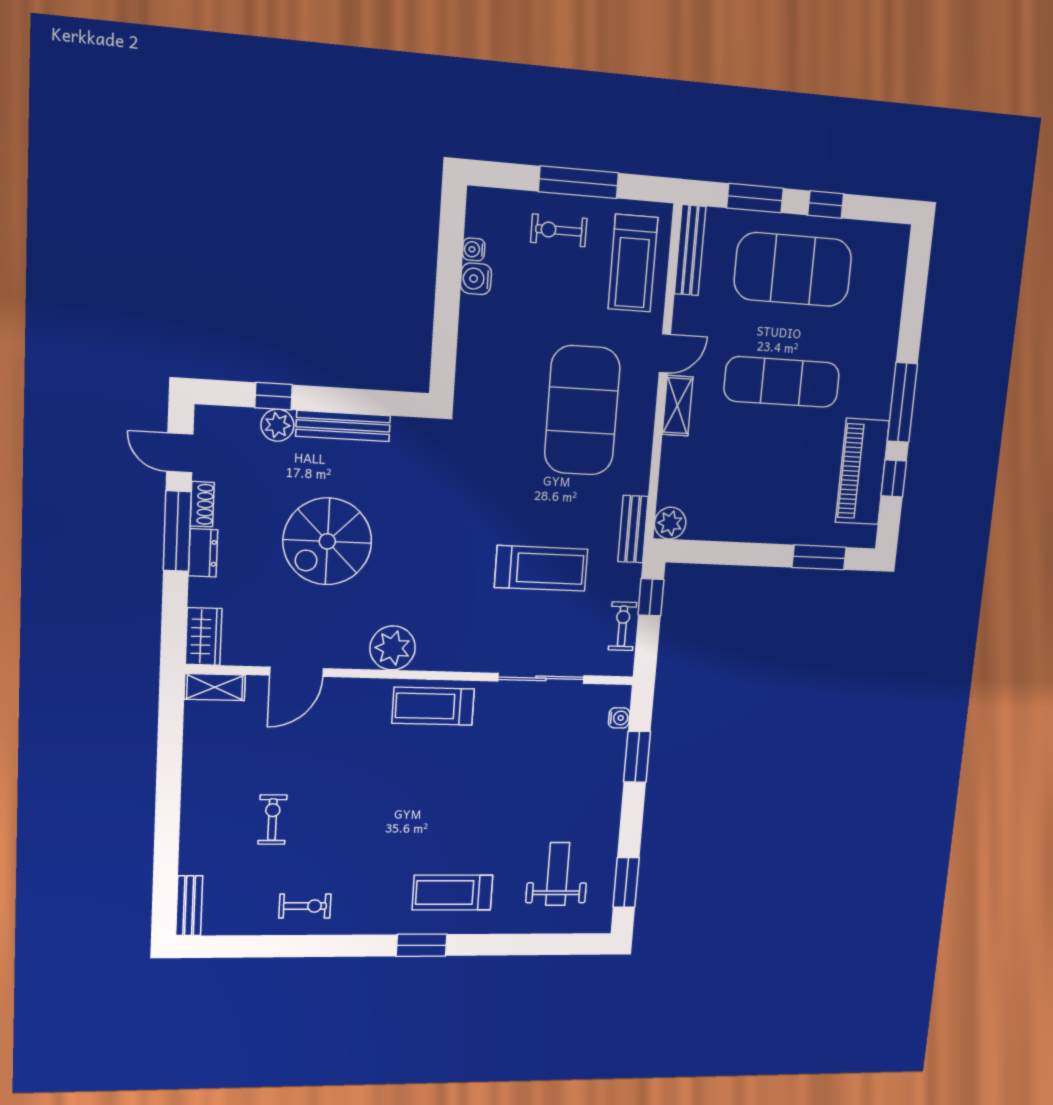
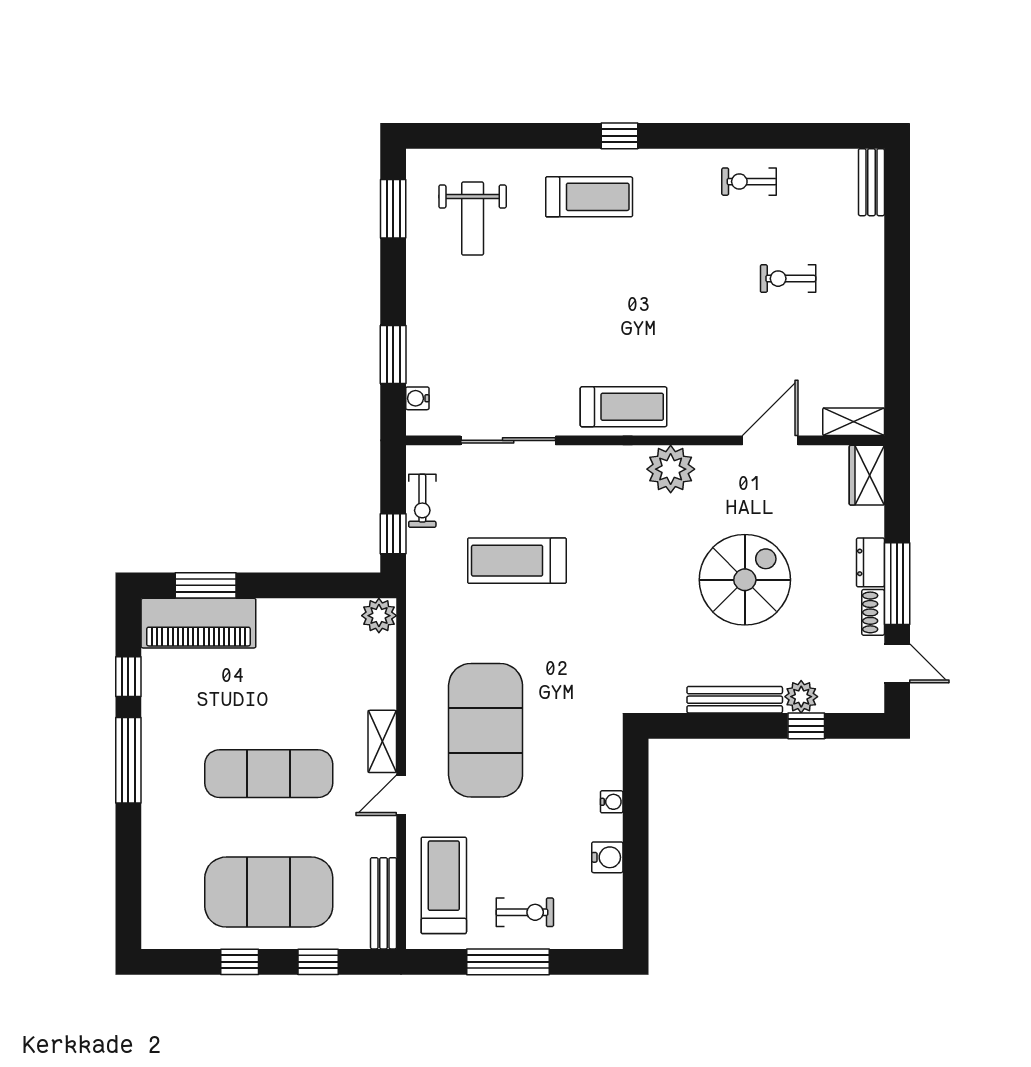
window: (755, 198) -> (318, 962), width x0.67
water cooler: (474, 249) -> (612, 802), moved
piano: (862, 472) -> (198, 623), moved, turned 90
bench: (633, 529) -> (420, 607), removed
exercise bike: (272, 820) -> (788, 279), turned 90
window: (422, 945) -> (620, 136), width x0.67

